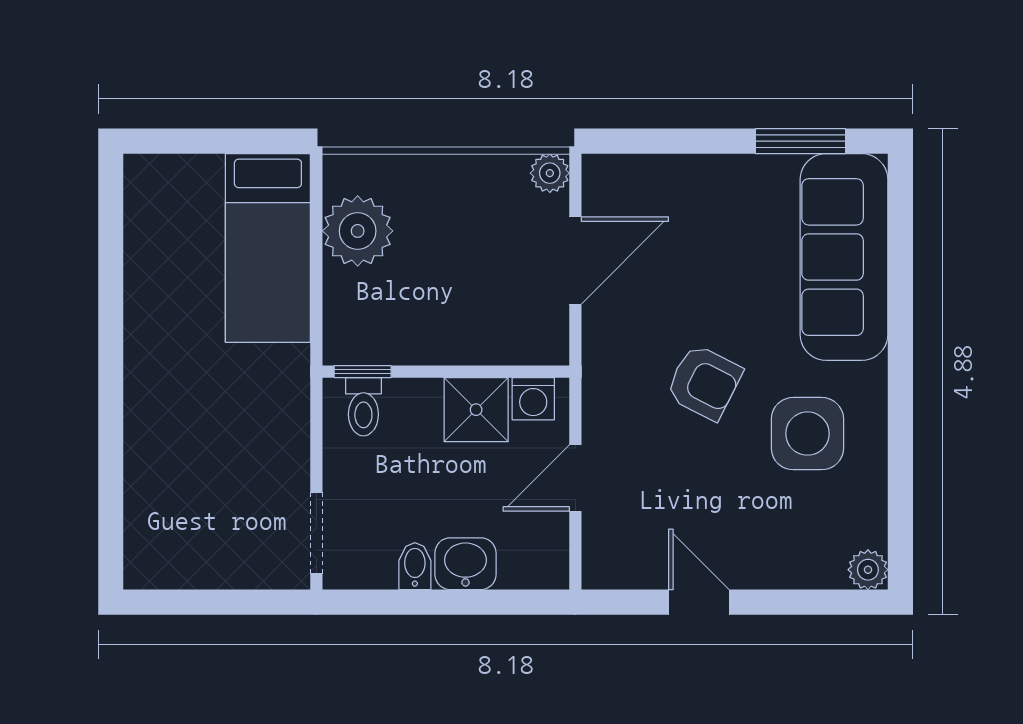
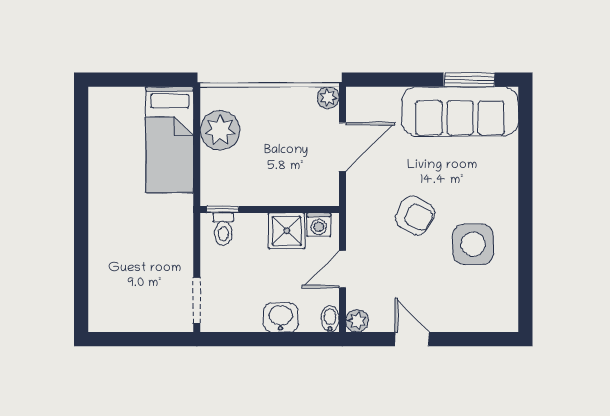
sofa: (844, 257) -> (460, 111), moved, turned -90
bidet: (415, 566) -> (330, 319), moved
plant: (868, 570) -> (357, 321), moved

